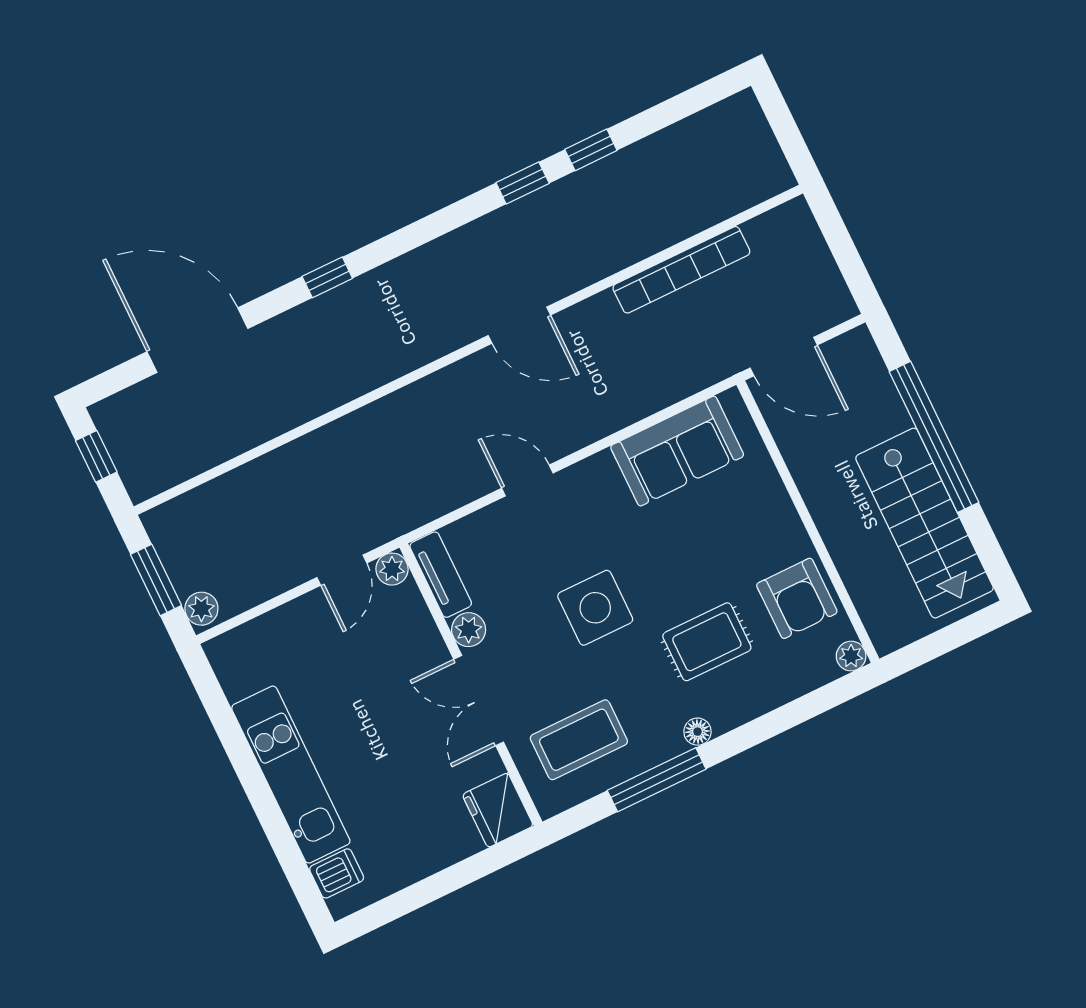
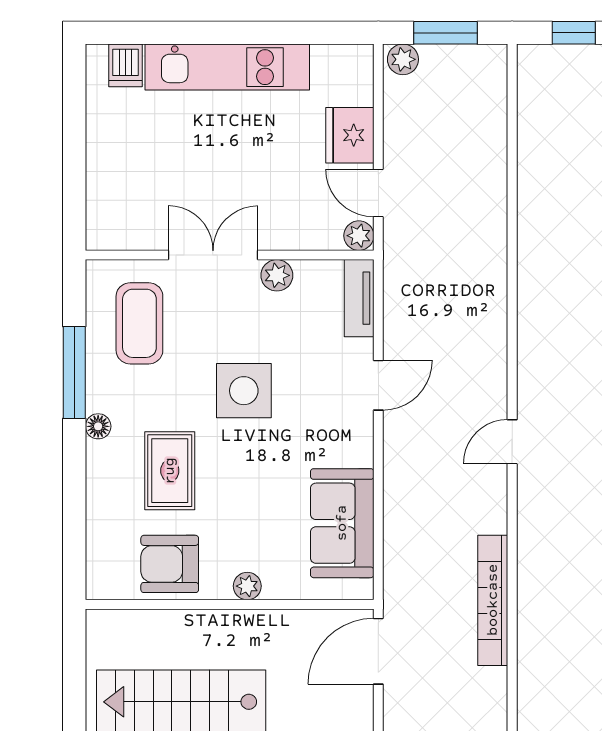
door: (519, 325) -> (512, 442), width x0.73
tv unit: (441, 575) -> (359, 298), moved, turned 90
plant: (851, 656) -> (247, 586), moved
fridge: (498, 810) -> (350, 135), moved, turned -90

